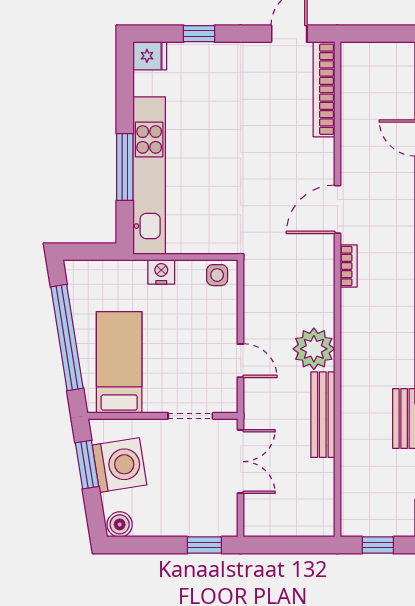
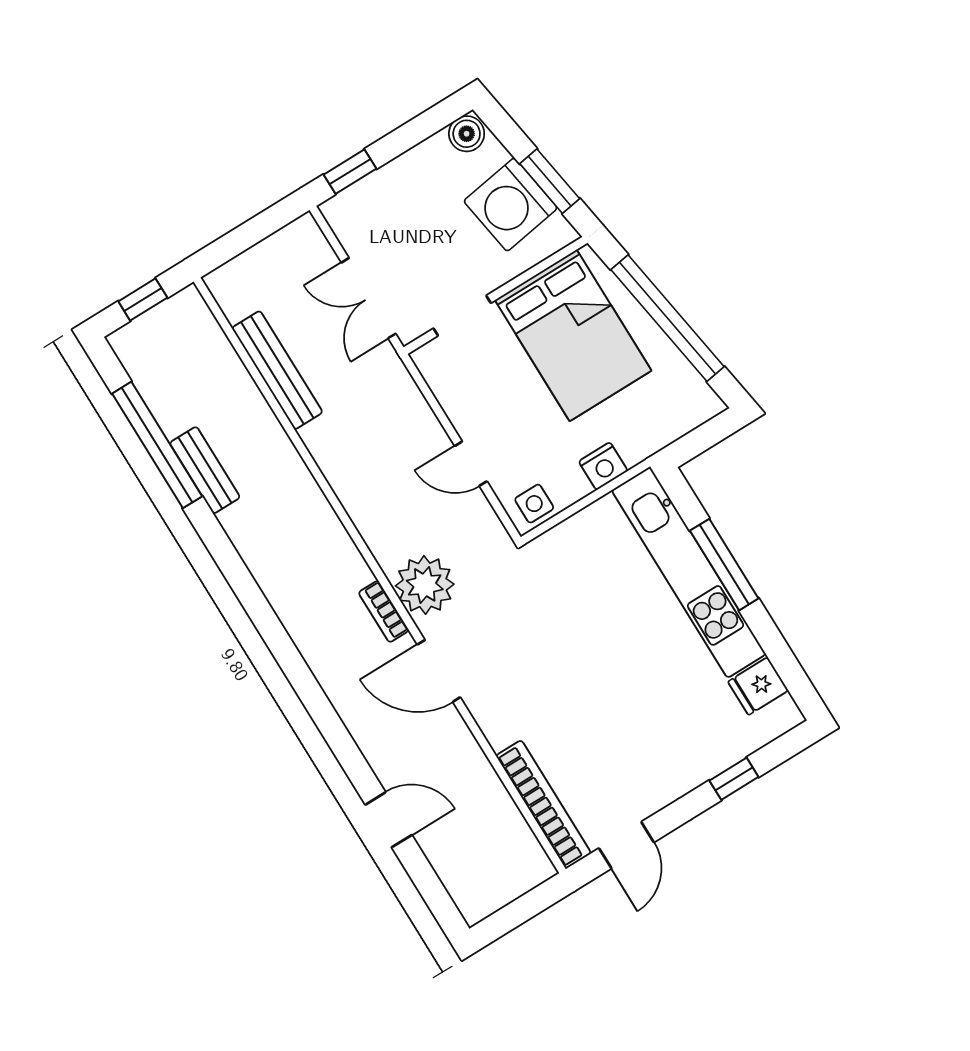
fridge: (150, 56) -> (758, 686), moved
door: (337, 209) -> (439, 671), swing flipped
plant: (314, 349) -> (425, 585), moved
door: (241, 361) -> (471, 464), moved
bed: (119, 362) -> (573, 335), width x1.50
bench: (323, 415) -> (277, 370), moved

